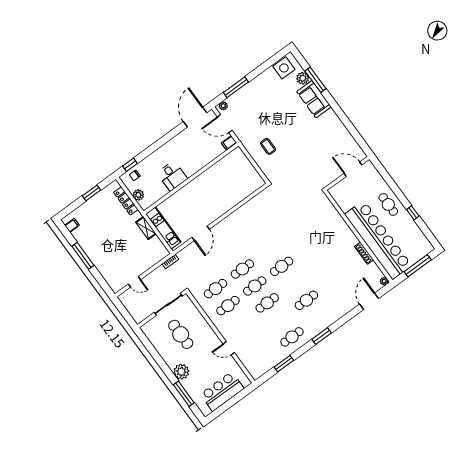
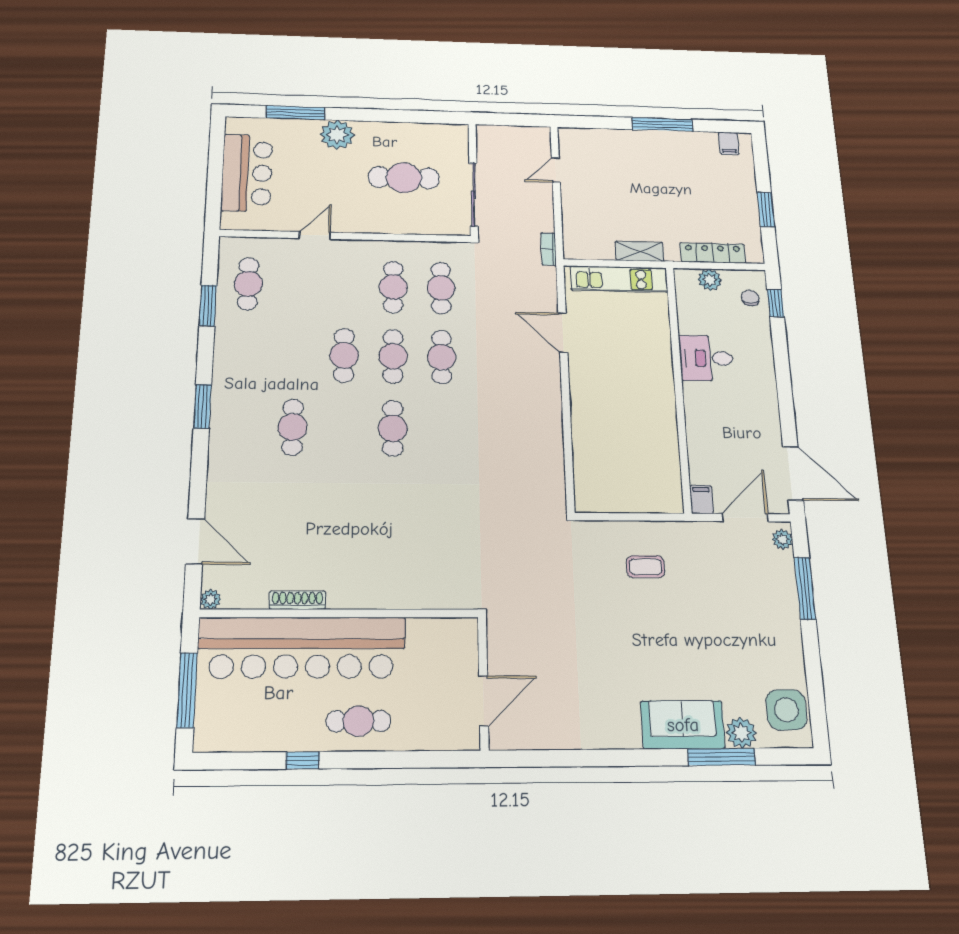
cafe table: (292, 337) -> (248, 284), moved

